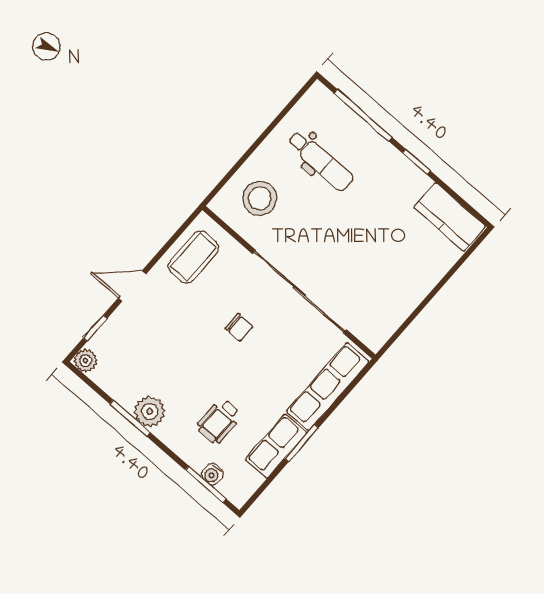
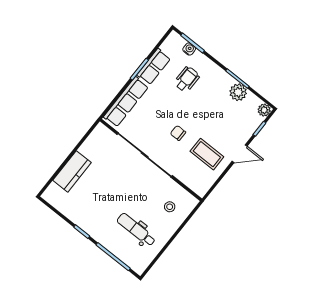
stool: (260, 198) -> (170, 207), width x0.53, depth x0.53
kitchen counter: (450, 217) -> (72, 171), moved, turned 90
coffee table: (193, 257) -> (207, 154), moved, turned 90
plant: (150, 411) -> (238, 92), moved

